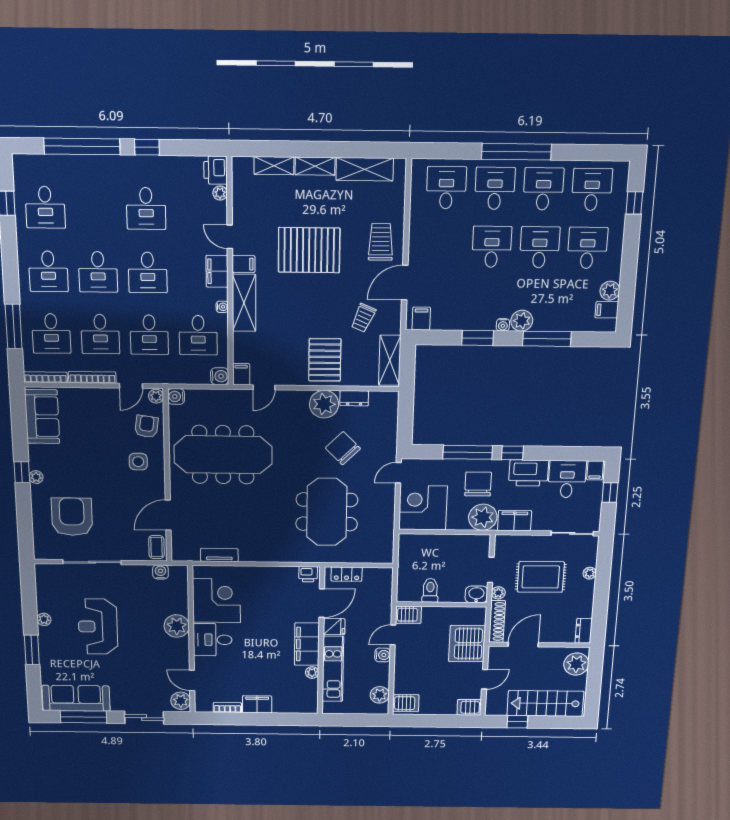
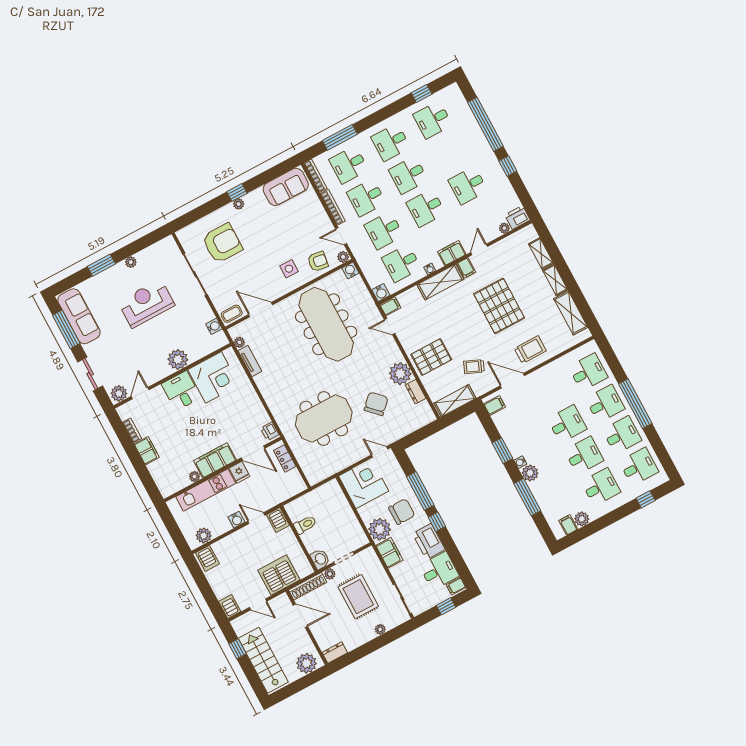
plant: (193, 555) -> (239, 342), added

